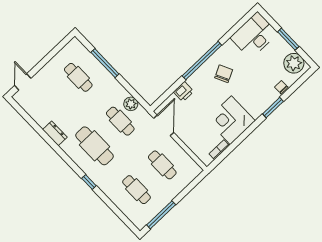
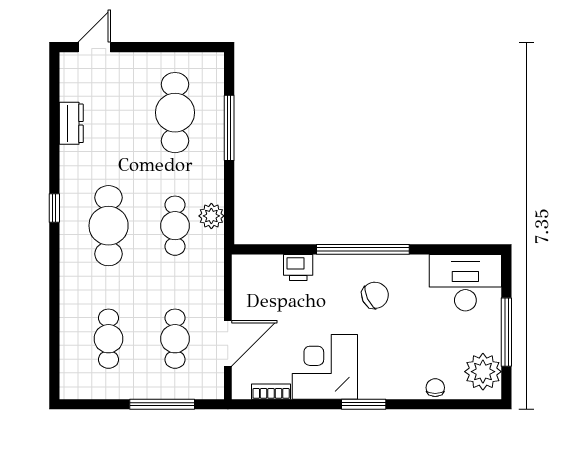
window: (288, 39) -> (506, 332), width x1.44
cafe table: (78, 77) -> (175, 113), width x1.37, depth x1.35
window: (273, 108) -> (364, 404), moved
door: (164, 125) -> (228, 343), moved
dresser: (55, 133) -> (71, 123), moved
window: (89, 182) -> (54, 208), moved
window: (161, 215) -> (162, 404), moved

